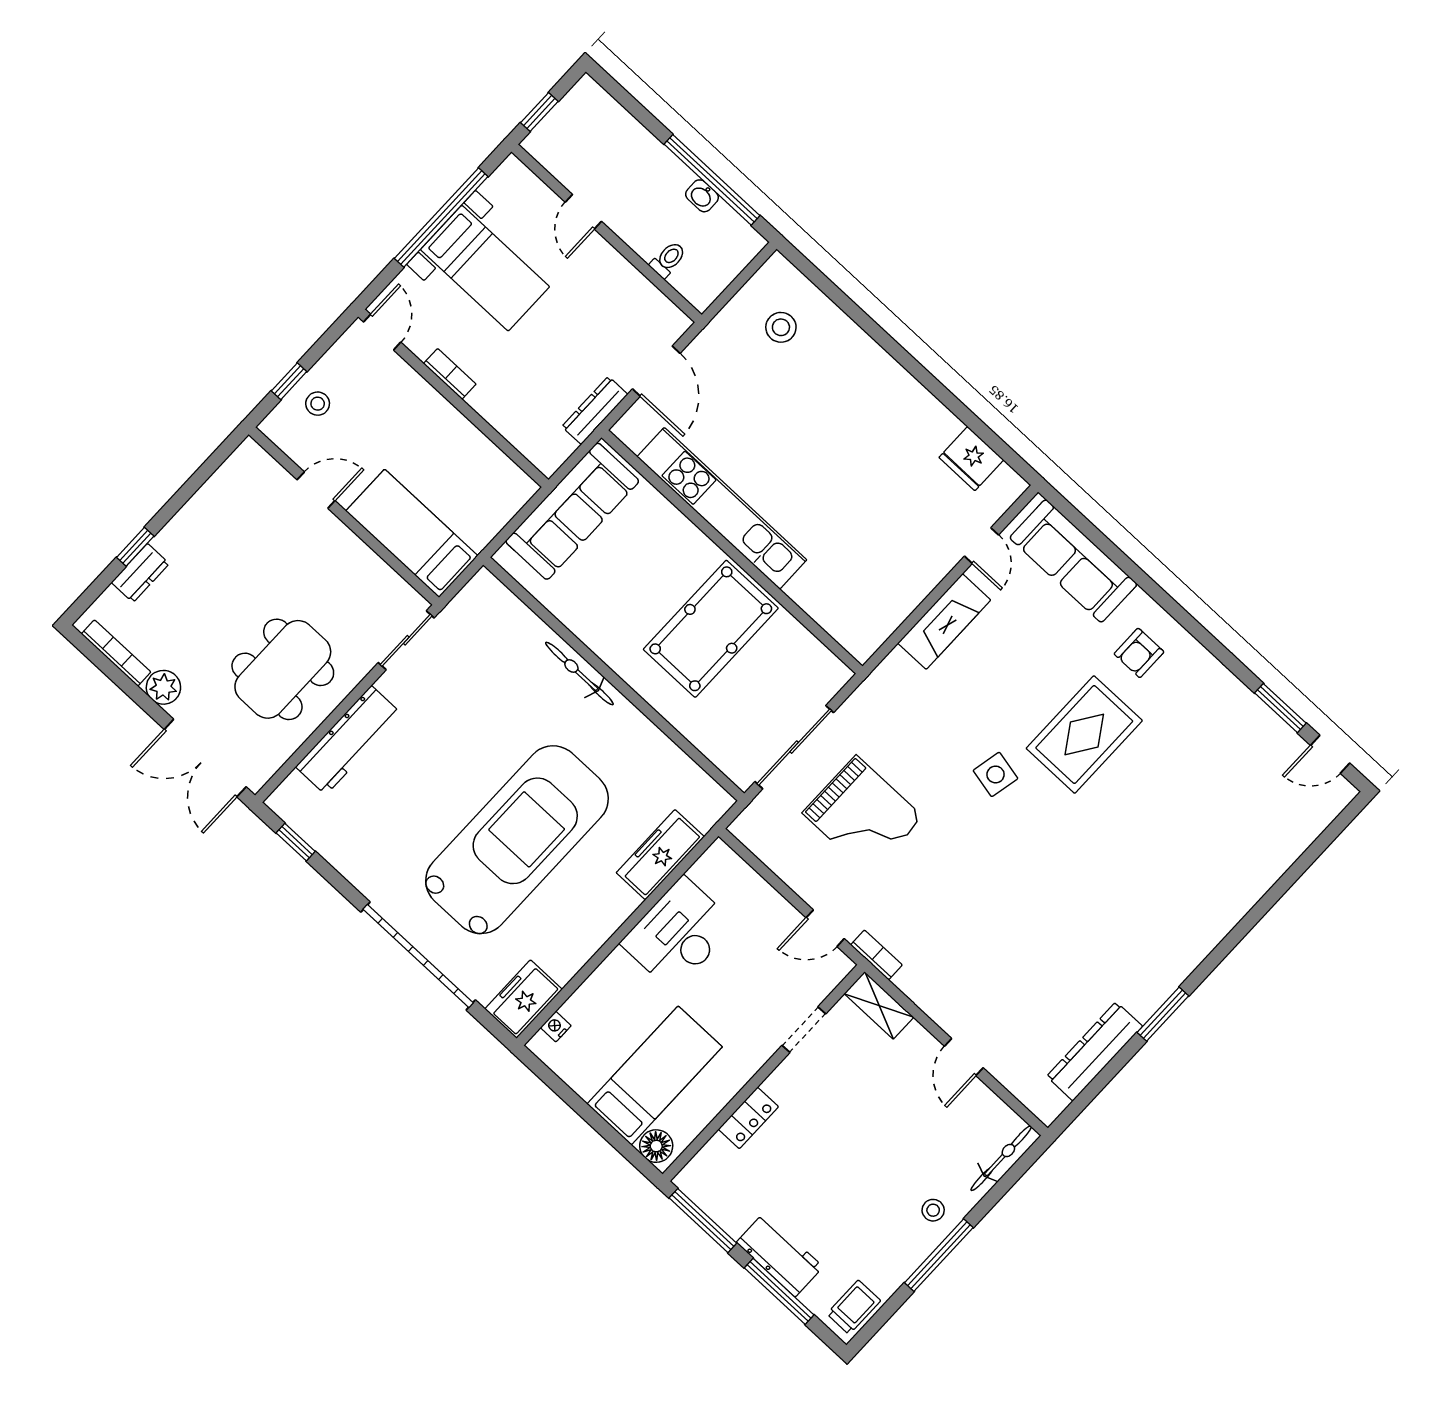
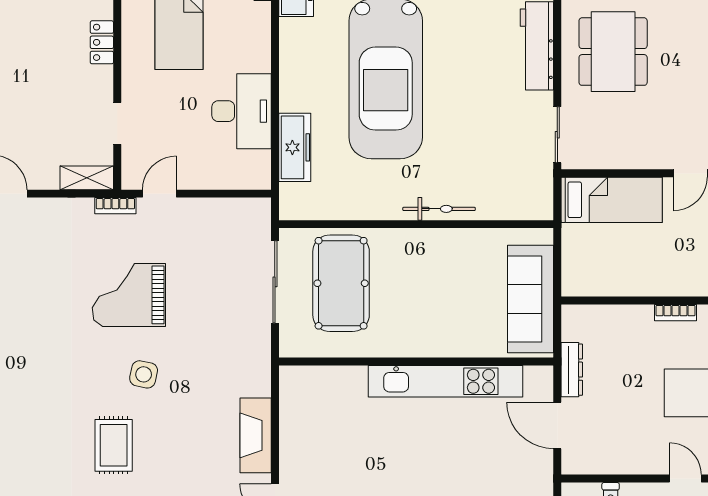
pool table: (711, 629) -> (341, 283), moved
rug: (1084, 735) -> (114, 445), width x0.73, depth x0.70
grand piano: (863, 815) -> (129, 295), moved

